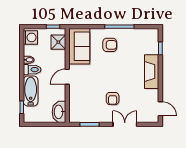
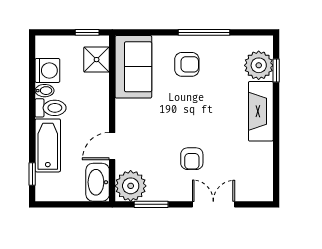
washing machine: (30, 37) -> (47, 70), moved
plant: (151, 45) -> (259, 65), added
door: (67, 77) -> (112, 146), moved
door: (160, 109) -> (276, 177), removed
plant: (78, 114) -> (131, 186), added

